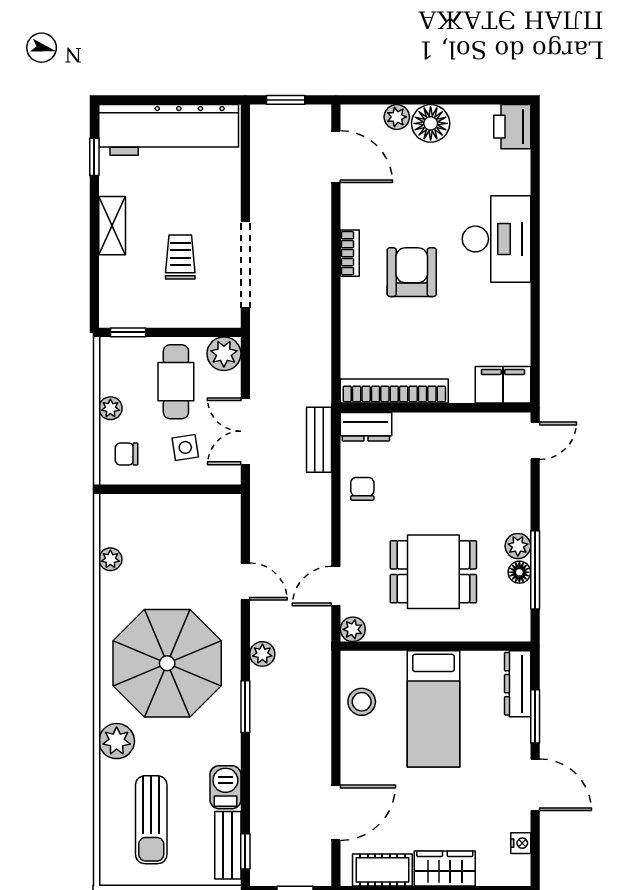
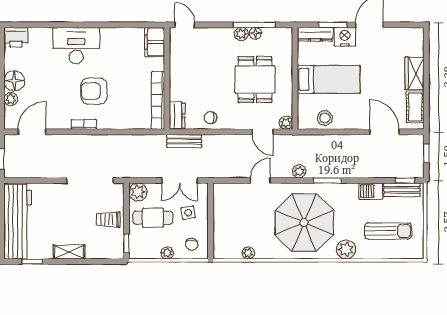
trolley: (180, 257) -> (108, 220), moved
nightstand: (521, 843) -> (345, 37), moved, width x1.89, depth x1.79

